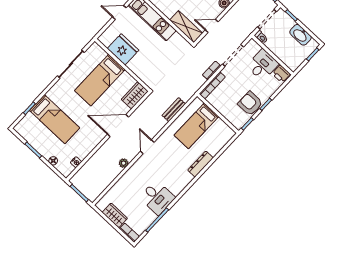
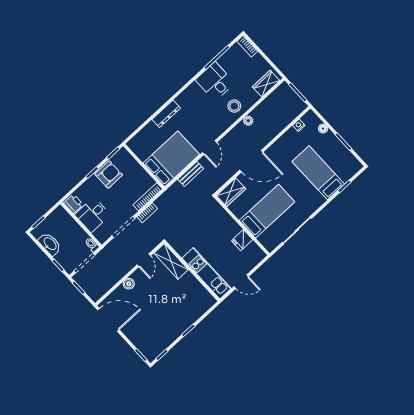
door: (212, 26) -> (144, 260), hinge flipped
fridge: (123, 49) -> (242, 240), width x0.53, depth x0.75
armchair: (250, 104) -> (109, 175), turned -90
bed: (196, 126) -> (171, 159), width x1.50
door: (147, 147) -> (210, 148), moved
stool: (138, 176) -> (234, 106), added
wardrobe: (115, 215) -> (266, 84), moved, turned 90

